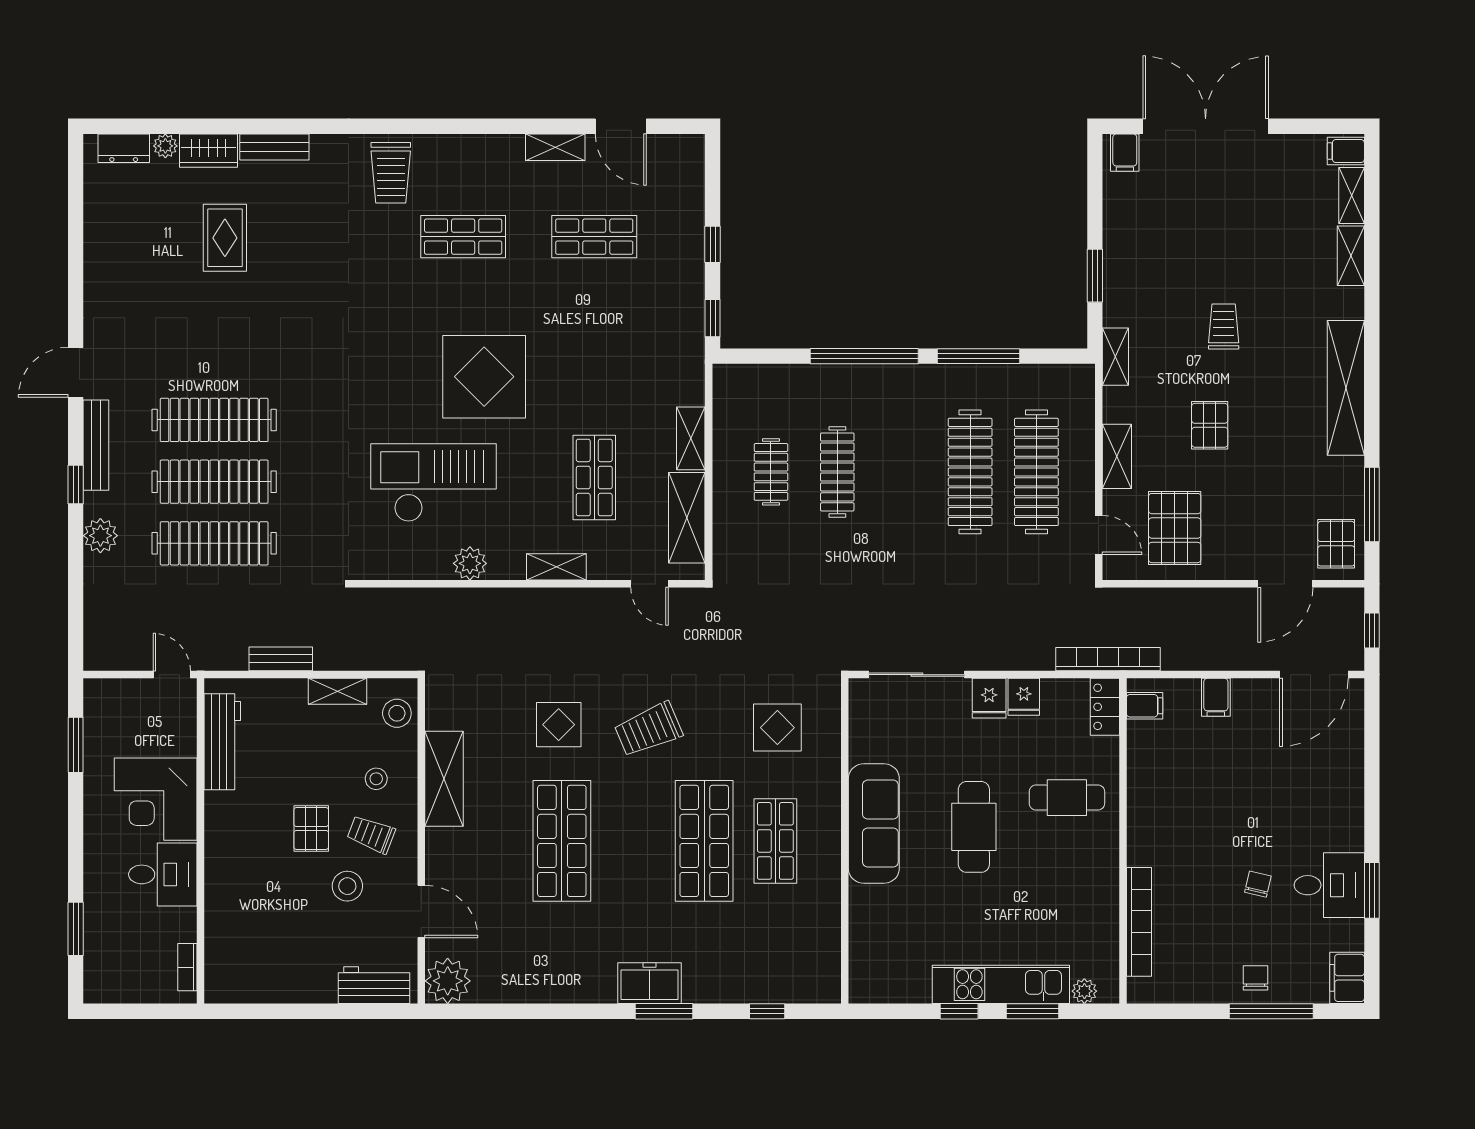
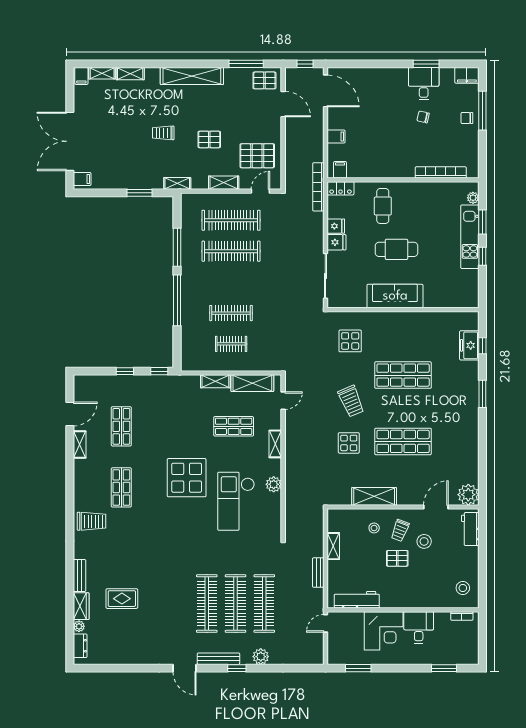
stool: (397, 713) -> (463, 588), moved
shop shelf: (775, 841) -> (403, 342), removed
freezer: (649, 983) -> (469, 345), moved

